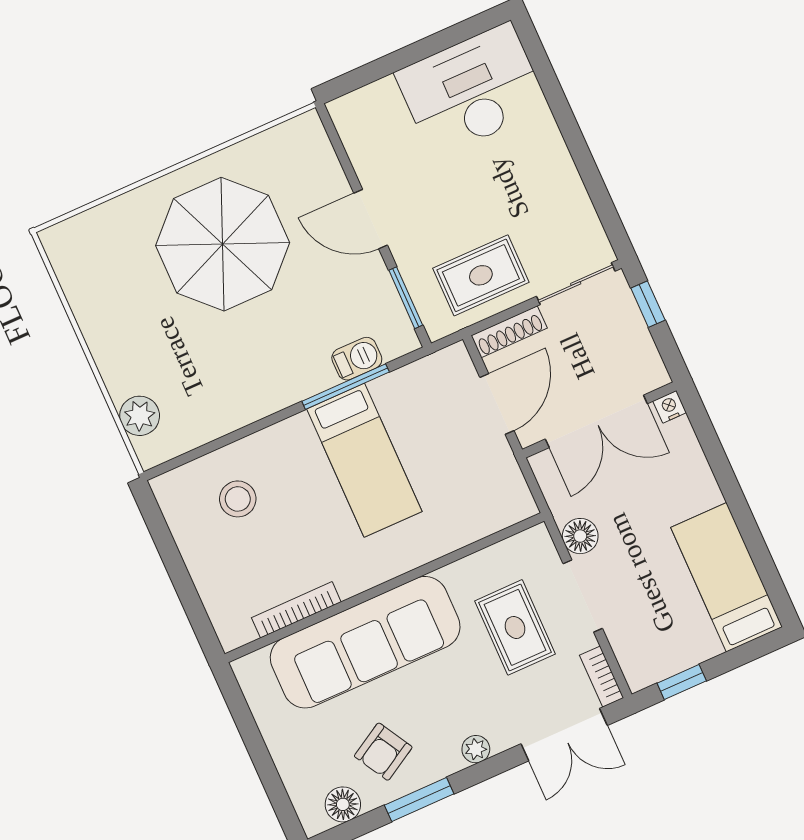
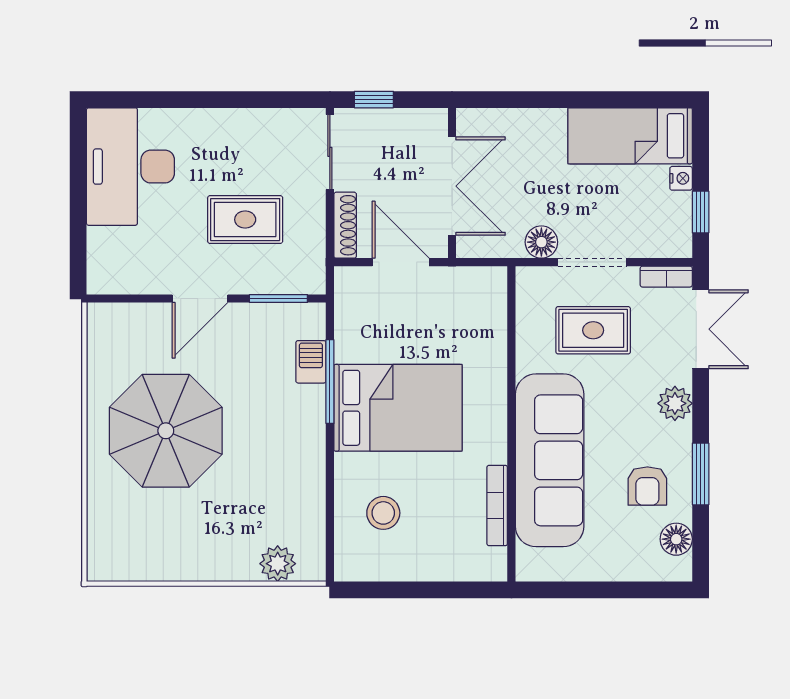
rug: (481, 275) -> (245, 220), moved, turned 90
nightstand: (670, 407) -> (681, 178), moved, turned 180
bed: (364, 460) -> (398, 408), width x1.50
plant: (476, 749) -> (675, 403), width x1.38, depth x1.38
armchair: (383, 752) -> (647, 486), turned 30

